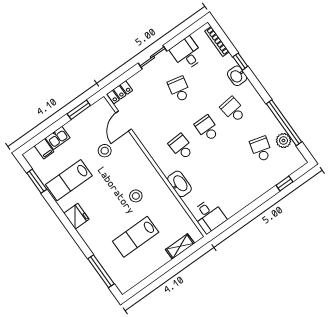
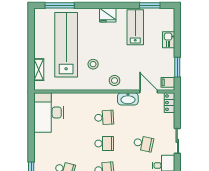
filing cabinet: (44, 149) -> (168, 82), moved
stool: (105, 151) -> (115, 80), moved
washbasin: (179, 184) -> (128, 99), moved
desk: (209, 216) -> (49, 112), width x1.87, depth x1.30
lab bench: (136, 237) -> (66, 45), width x1.86, depth x1.39

